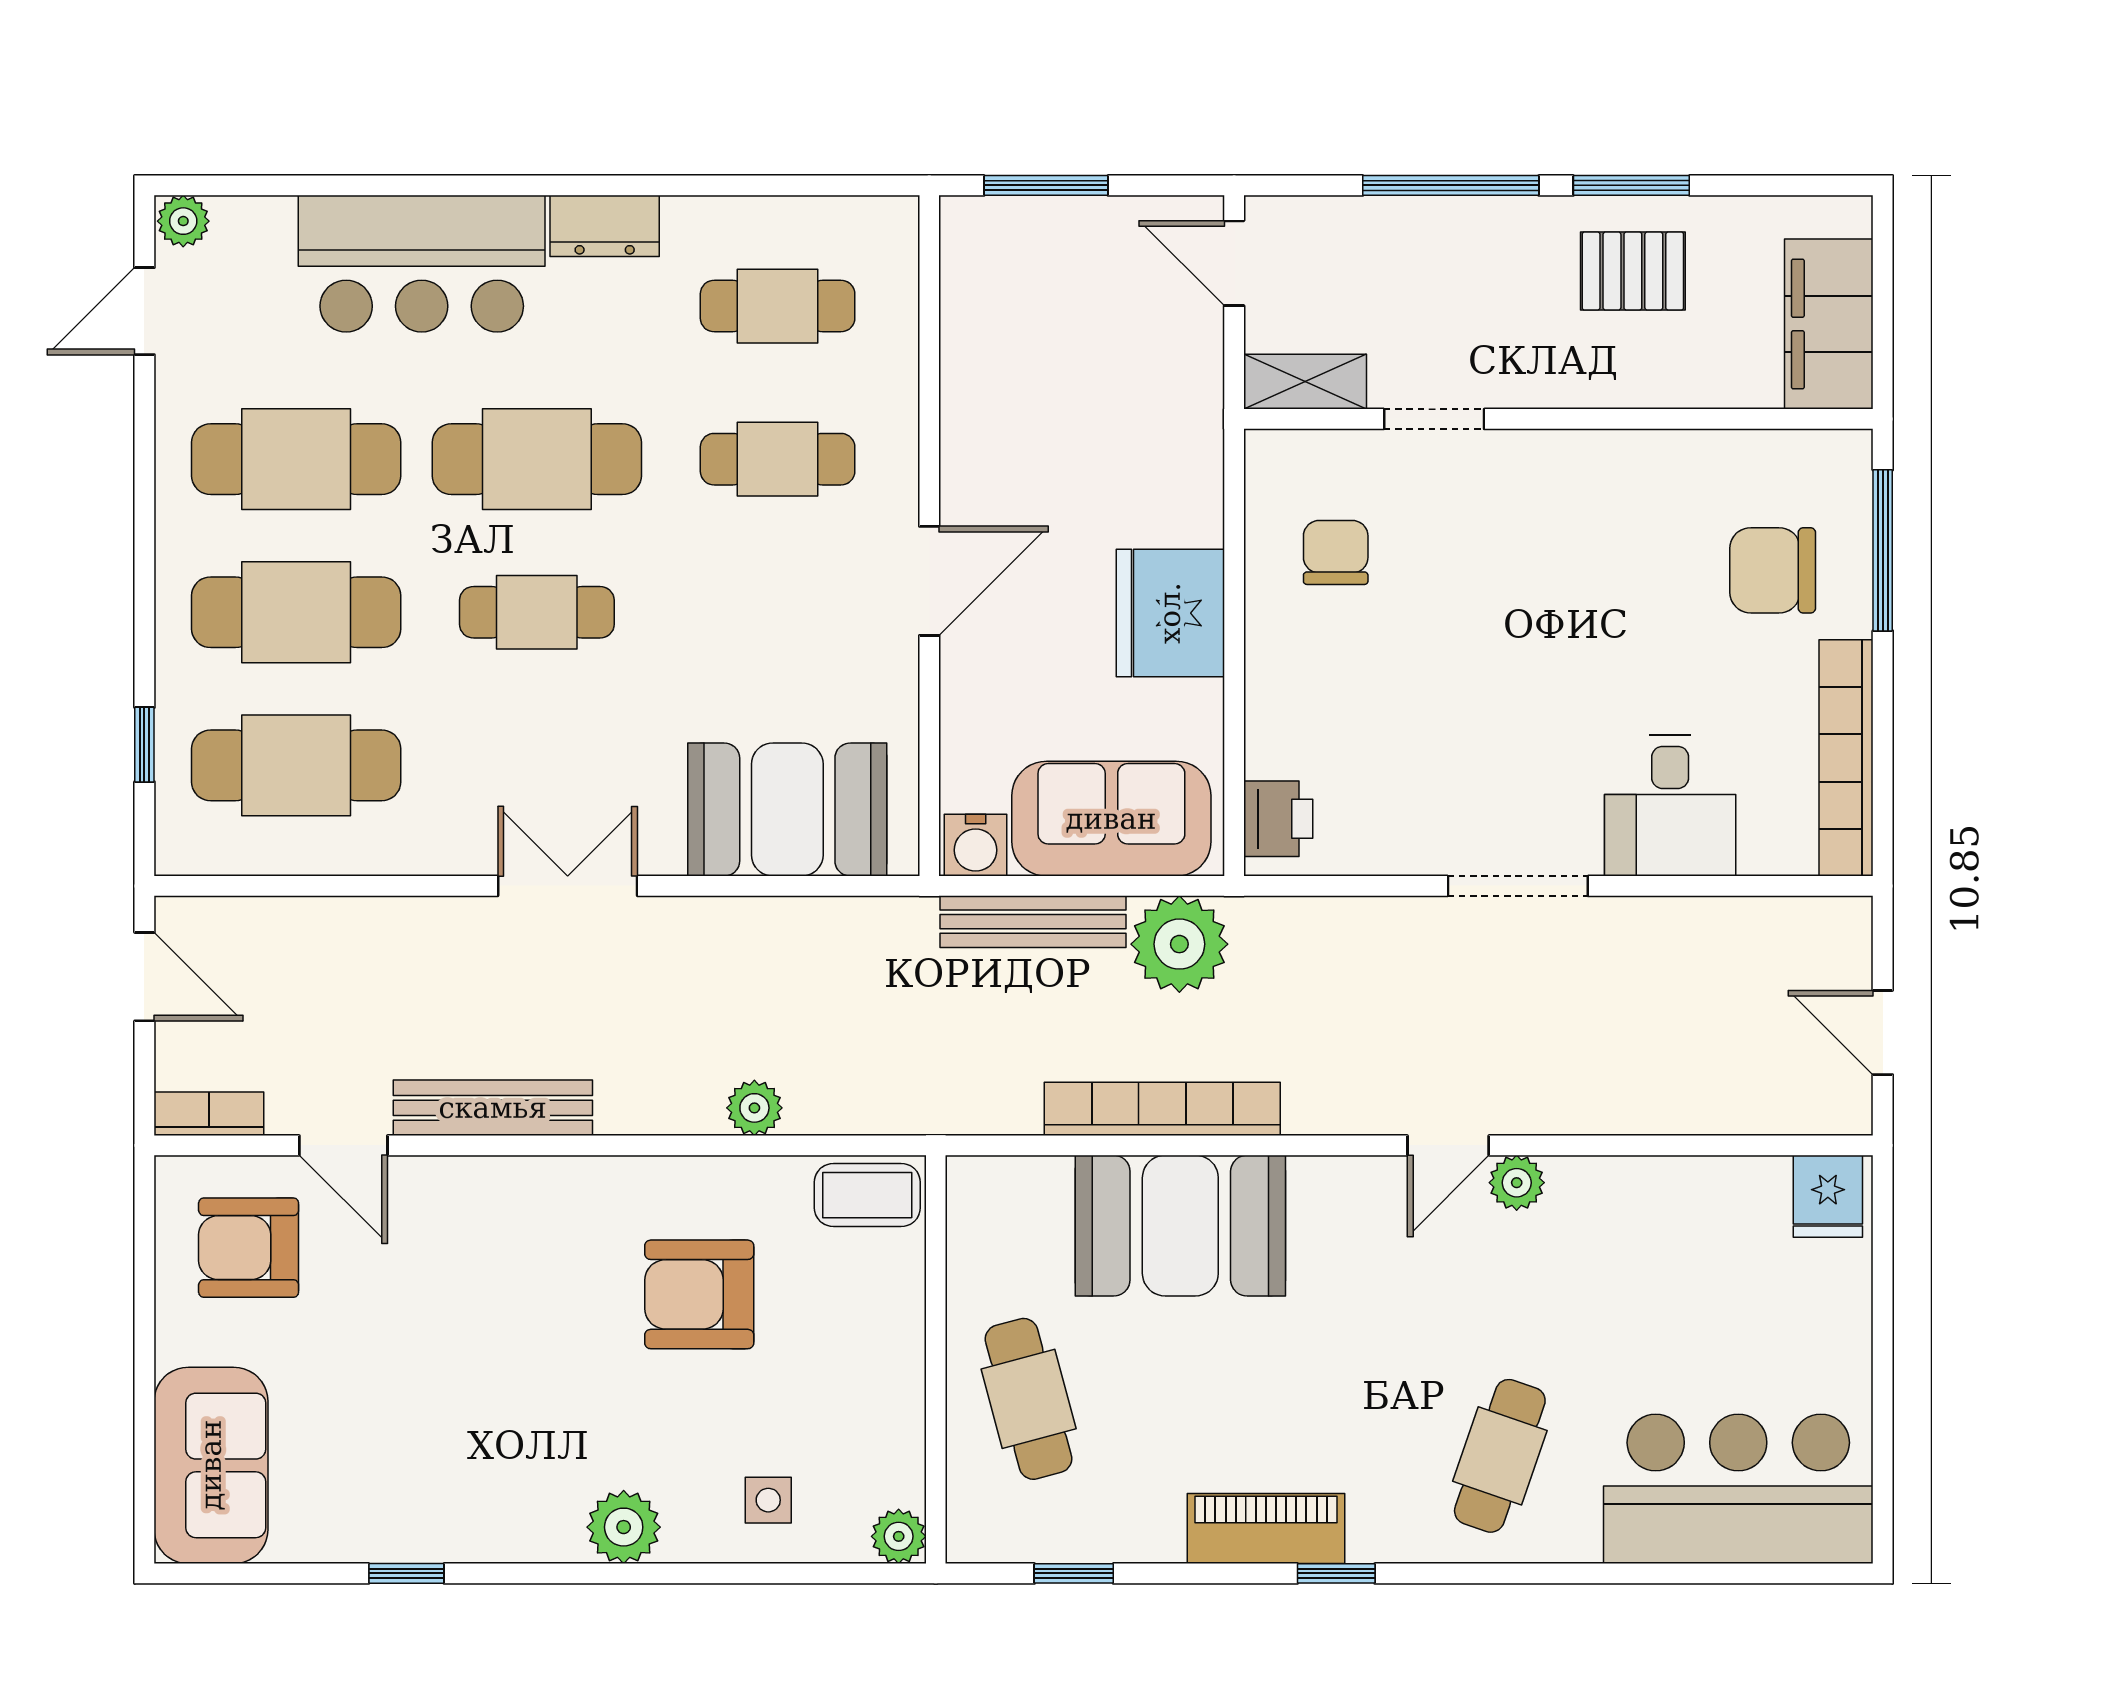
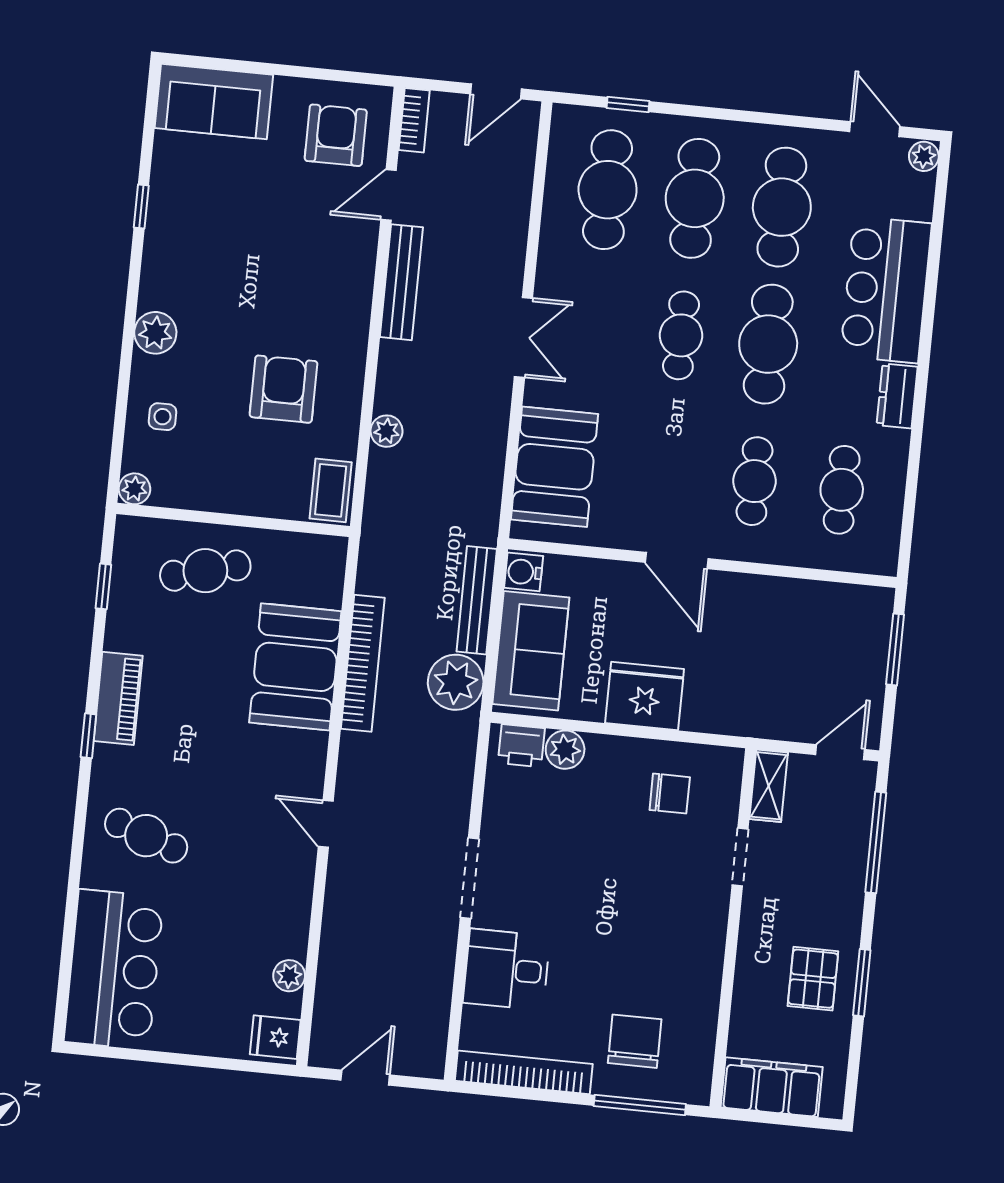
window: (1451, 185) -> (876, 842), moved
plant: (1278, 742) -> (565, 750), added
plant: (1517, 1183) -> (289, 976), moved

